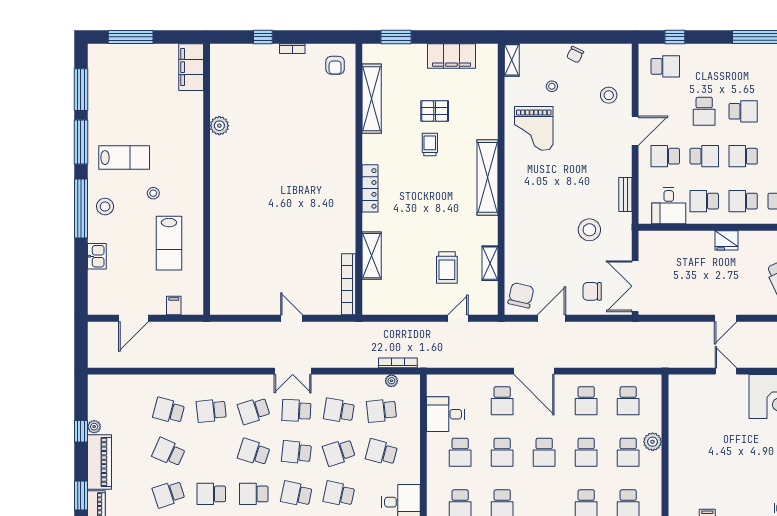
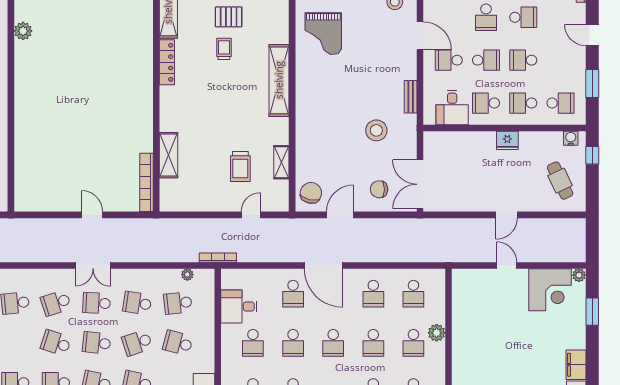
door: (635, 131) -> (420, 36), hinge flipped
locker: (370, 188) -> (167, 62), moved
bookcase: (398, 363) -> (218, 258), moved

